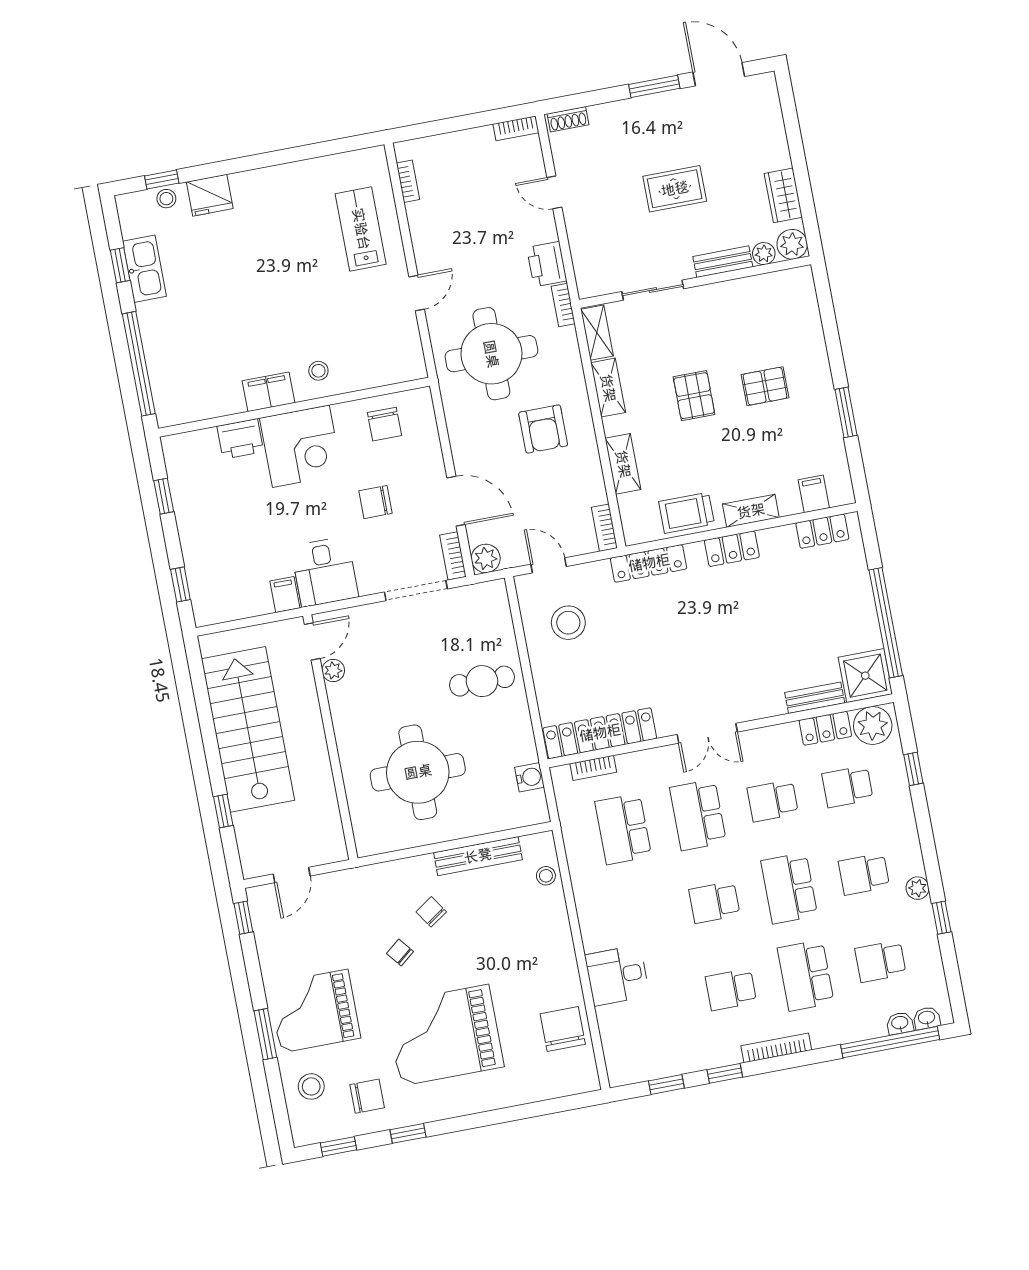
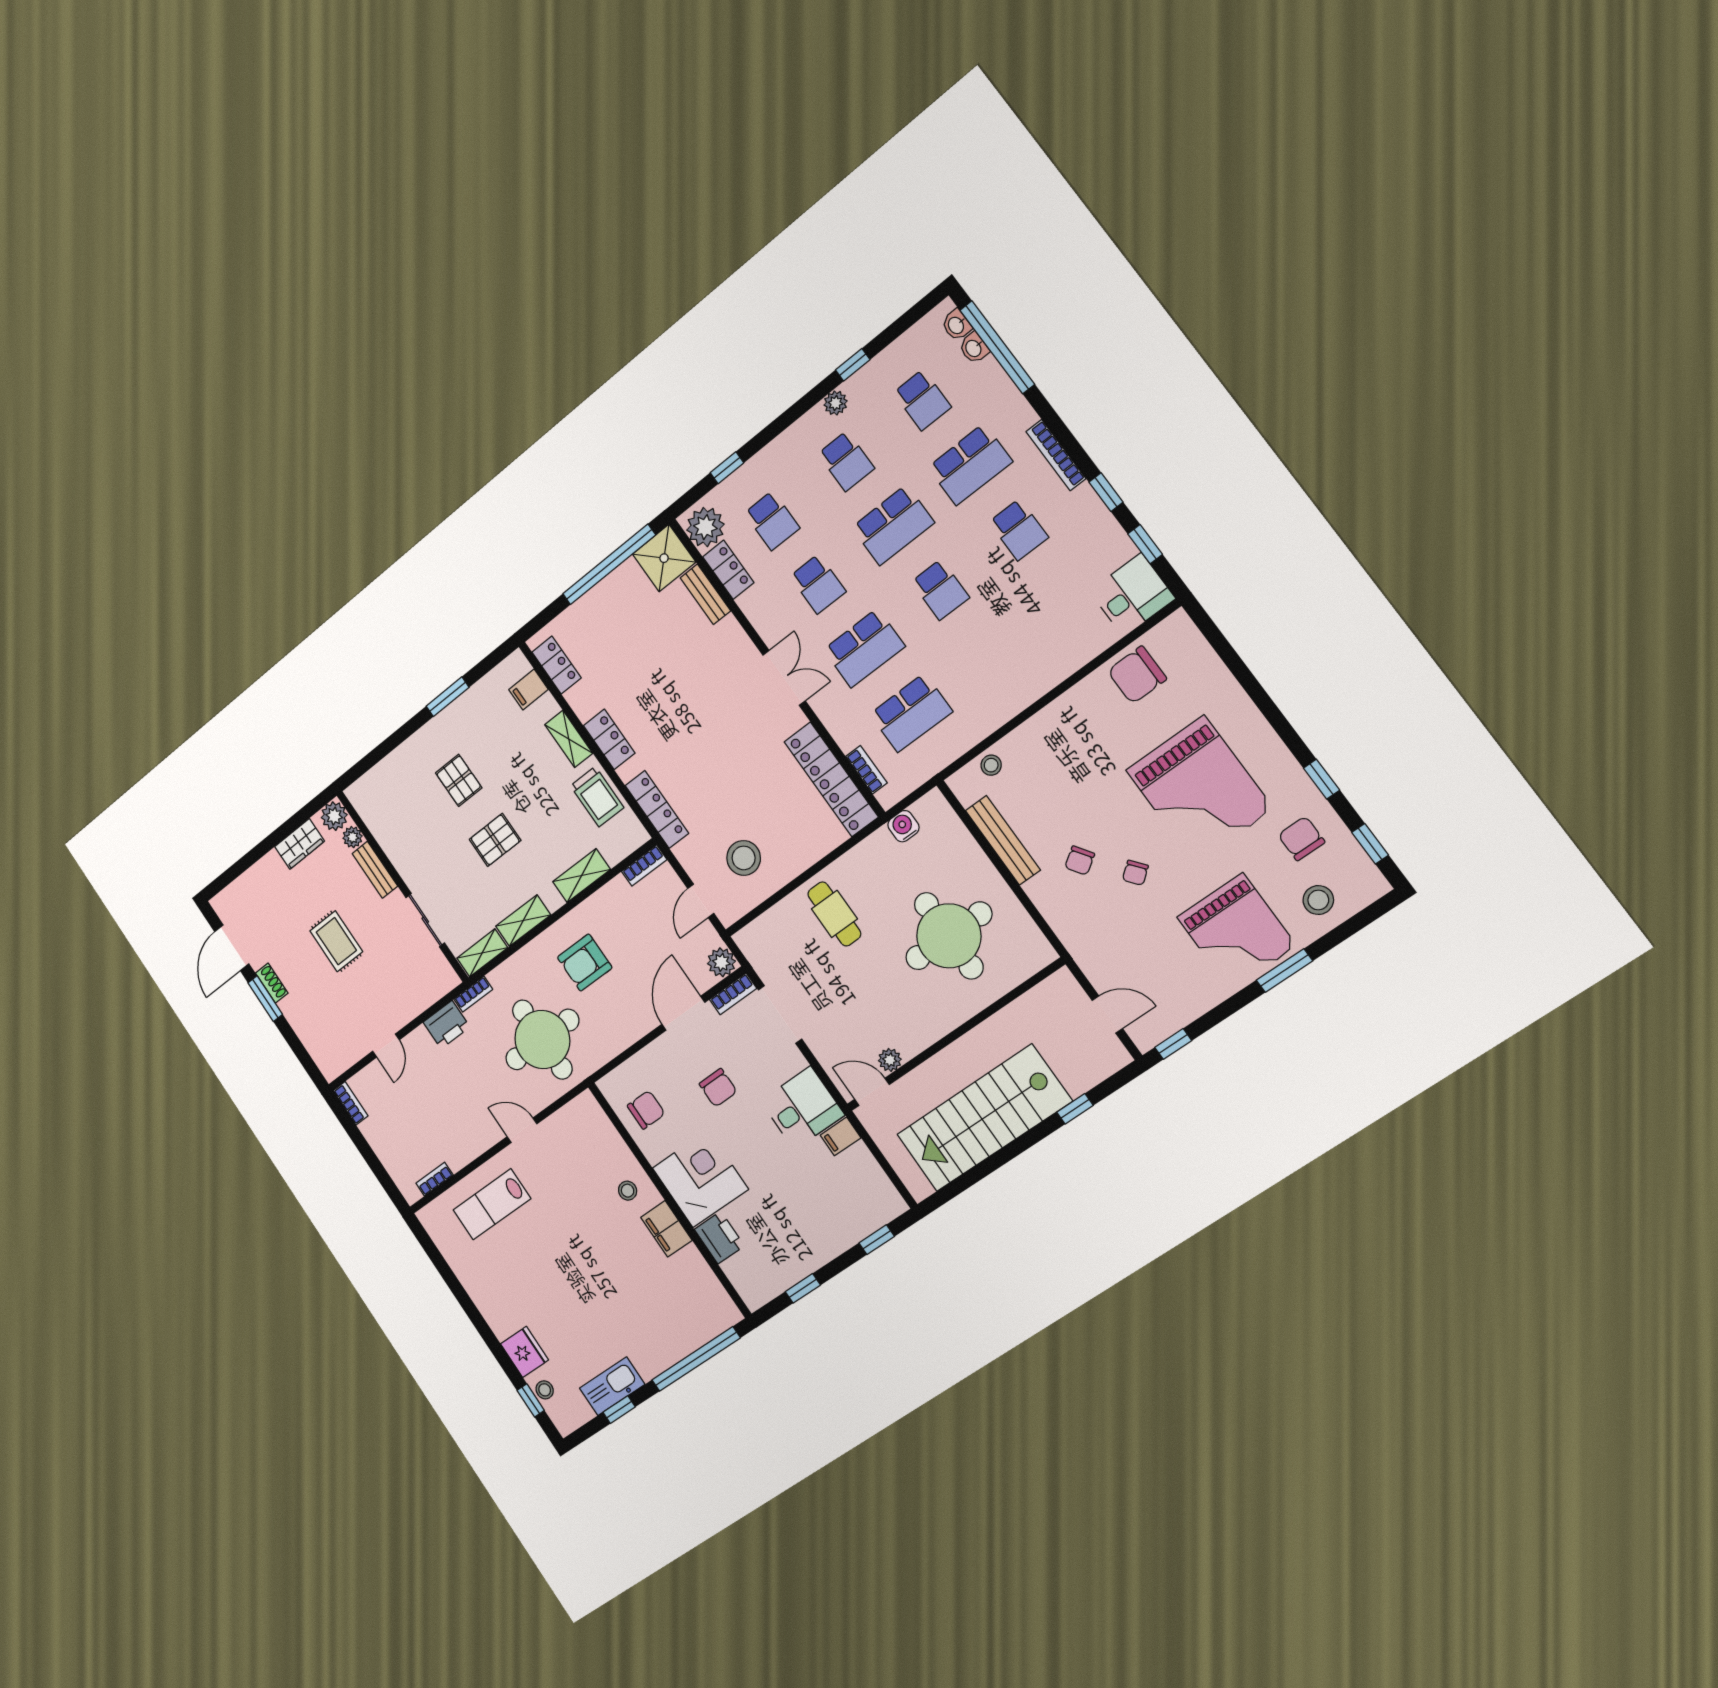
shoe rack: (568, 119) -> (272, 983), moved
armchair: (543, 429) -> (585, 963), turned 180
desk: (617, 975) -> (1132, 595), moved, turned -90

